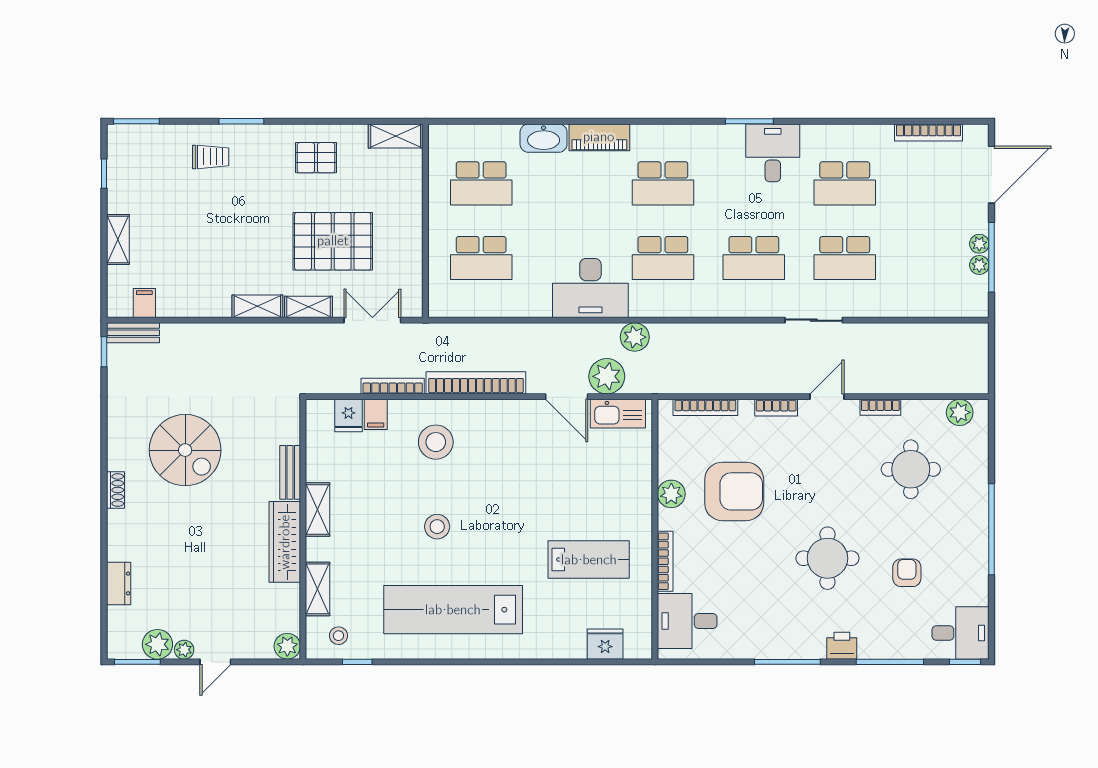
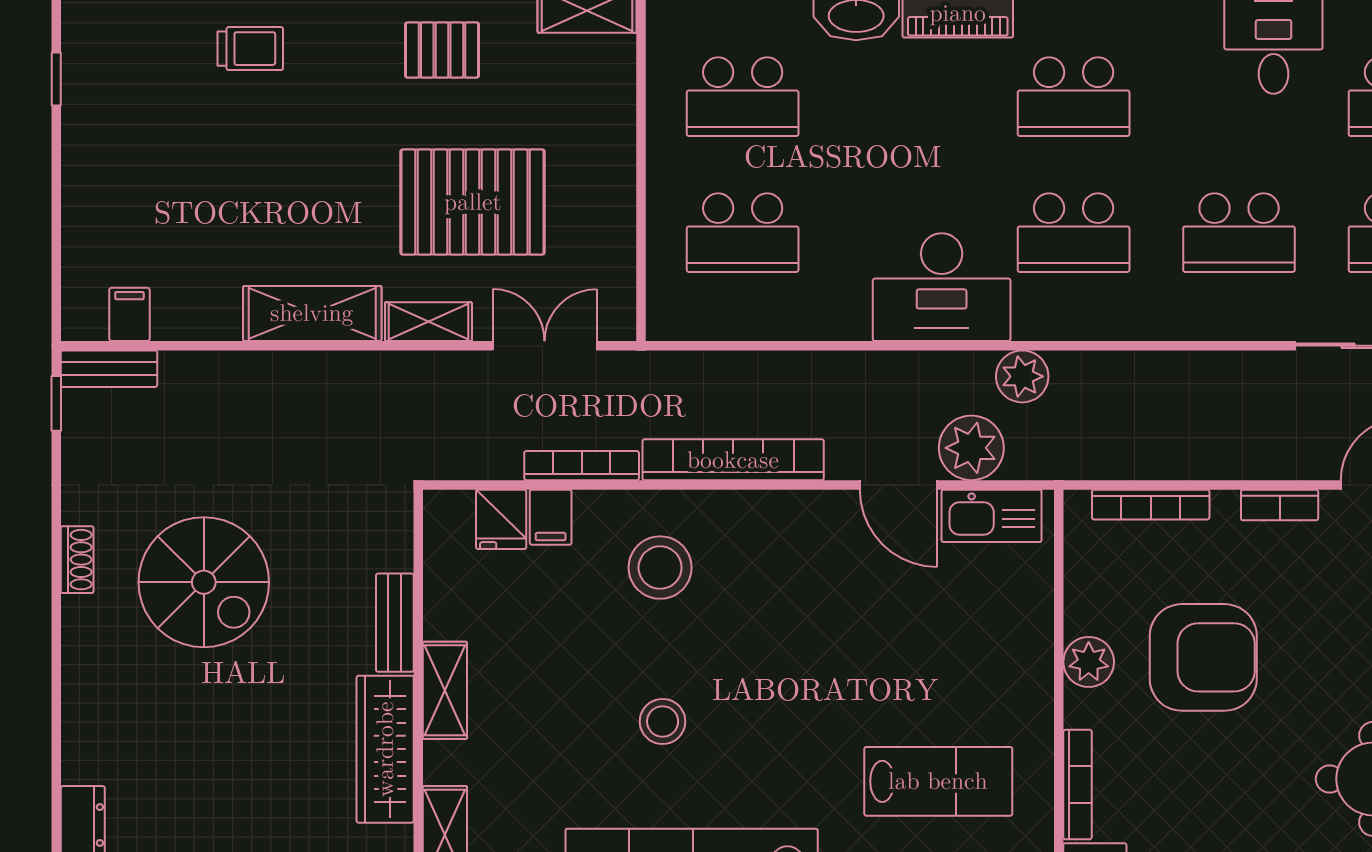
shelving: (118, 240) -> (81, 199), removed
shelving: (257, 306) -> (312, 313), width x1.50, depth x1.33
shoe rack: (116, 490) -> (77, 560), moved

